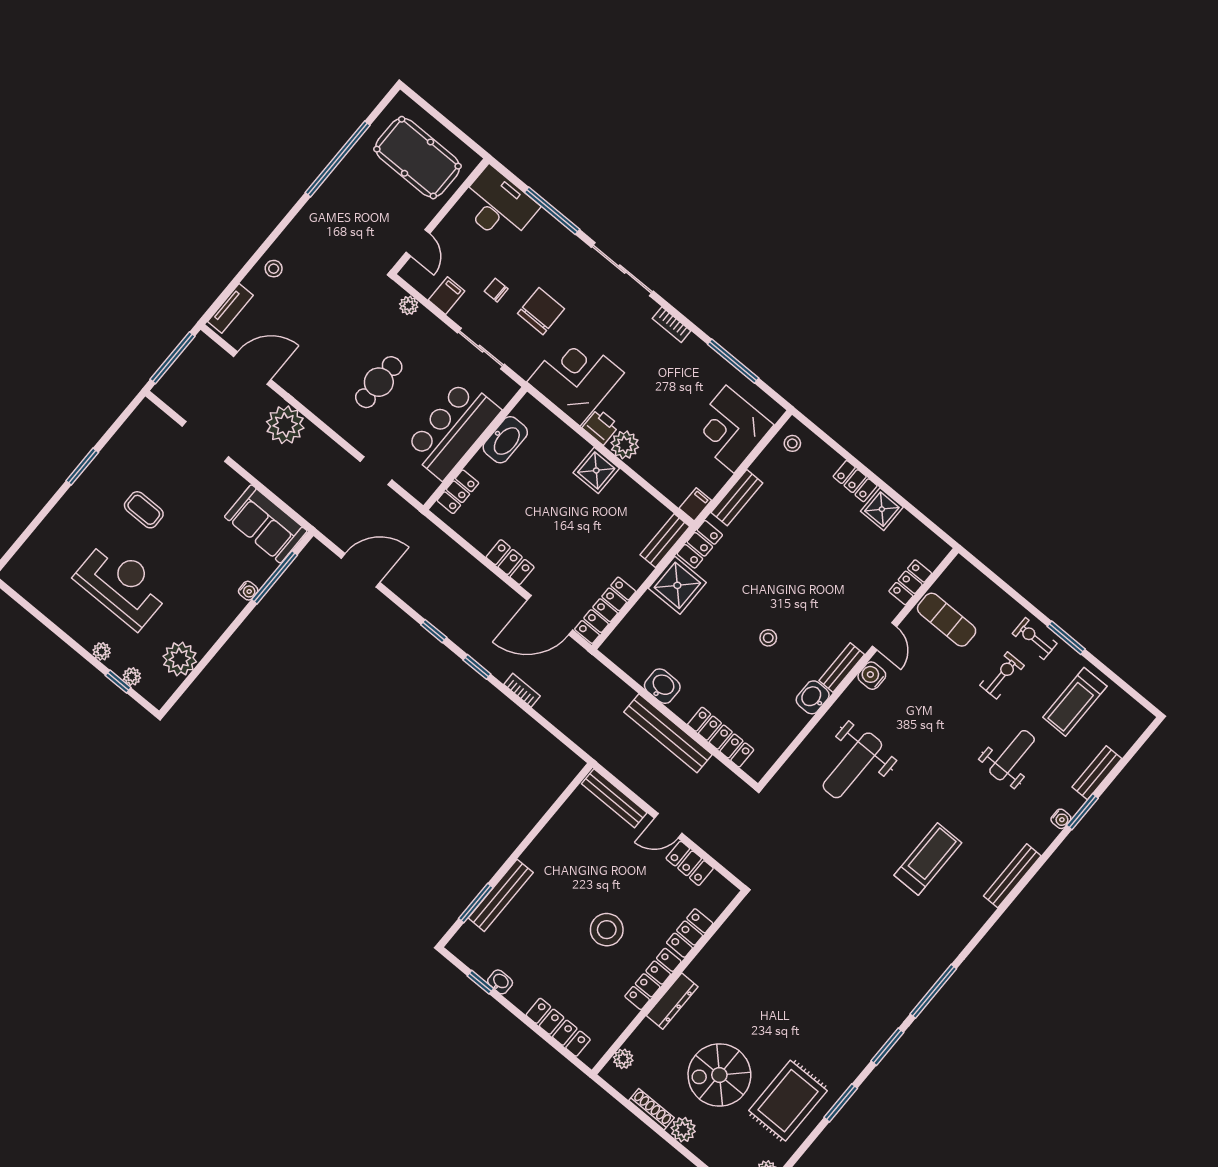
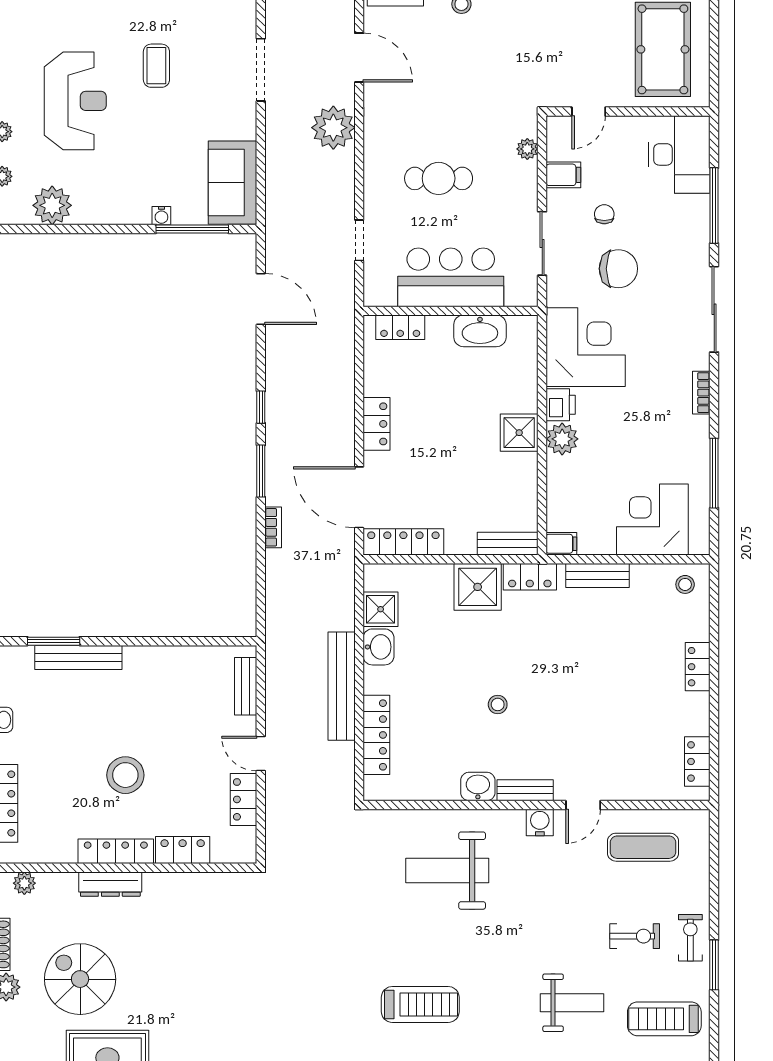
shower: (882, 509) -> (381, 609), moved
locker: (910, 582) -> (697, 761), moved, turned -90
exercise mat: (947, 620) -> (643, 847), turned 90
window: (477, 667) -> (261, 471), width x1.50
bench: (614, 798) -> (246, 686), width x0.73

